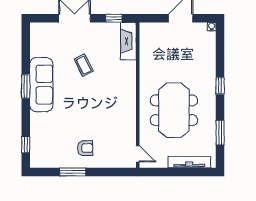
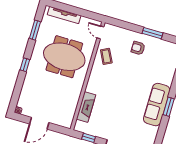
fireplace: (128, 41) -> (86, 107), moved
coffee table: (84, 65) -> (106, 56), moved
meeting table: (174, 110) -> (64, 57), turned 90

